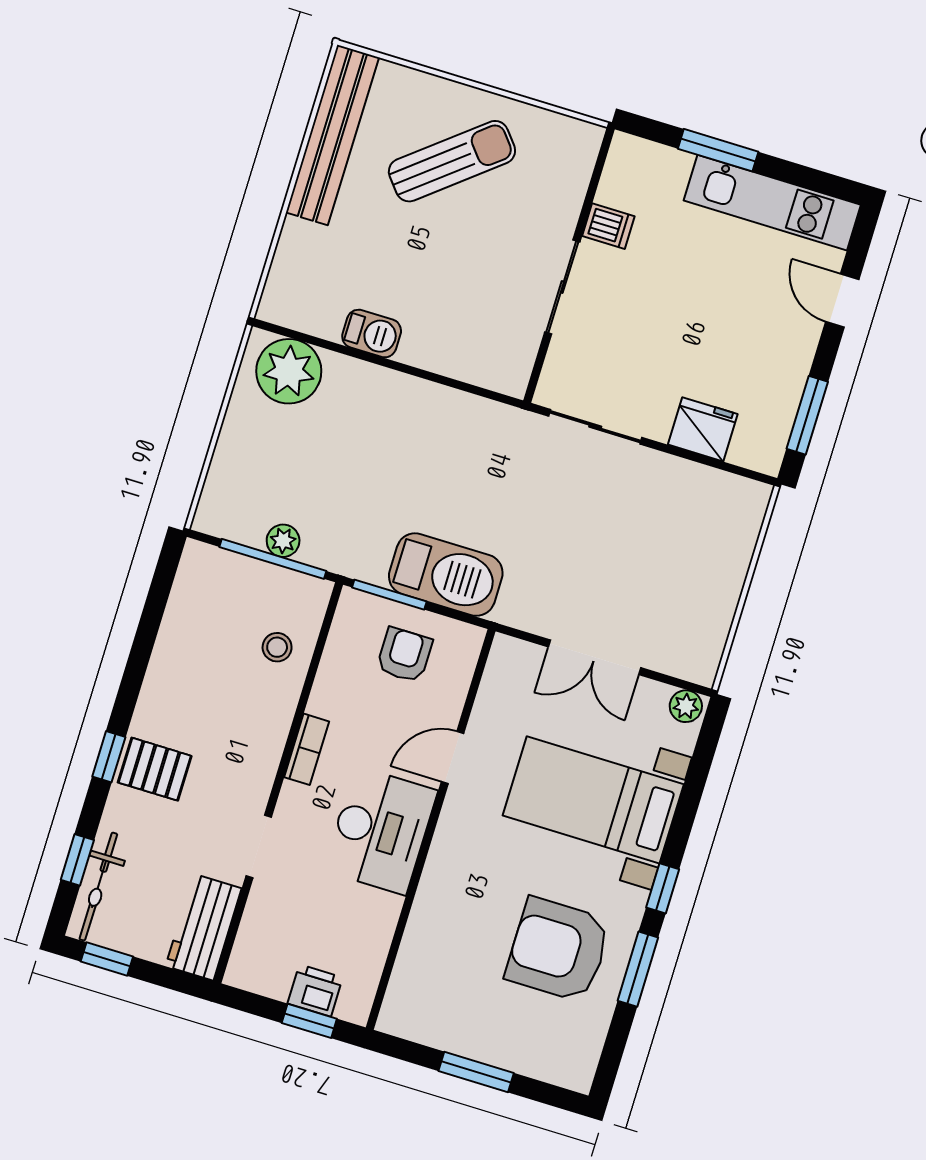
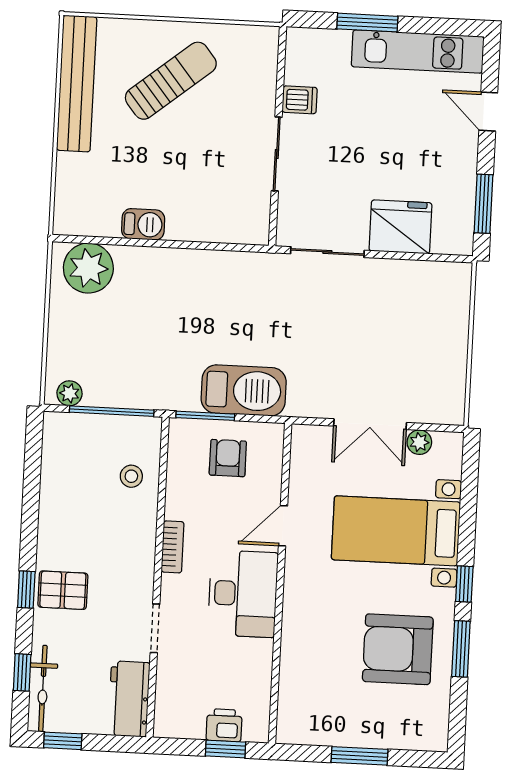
fridge: (703, 429) -> (401, 227), width x1.36, depth x1.34
plant: (283, 541) -> (69, 393), moved
plant: (686, 706) -> (419, 442), moved

